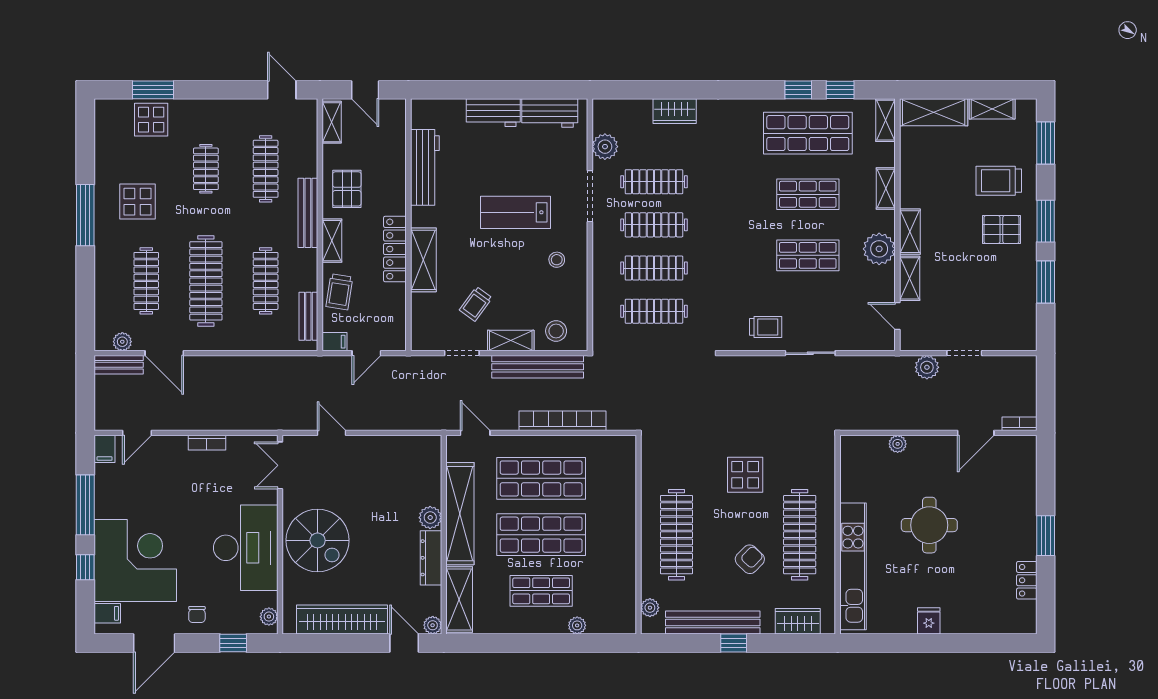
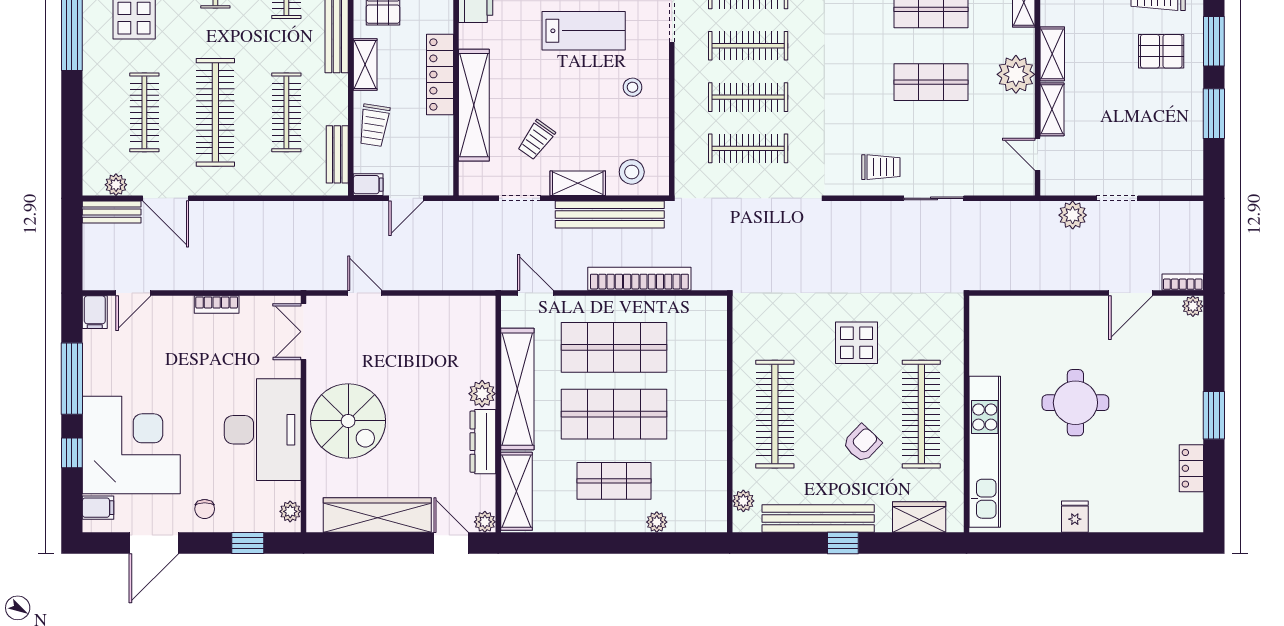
lab bench: (516, 212) -> (584, 31), turned 180
shelving: (423, 260) -> (474, 105), width x1.47
plant: (898, 444) -> (1193, 306), moved

